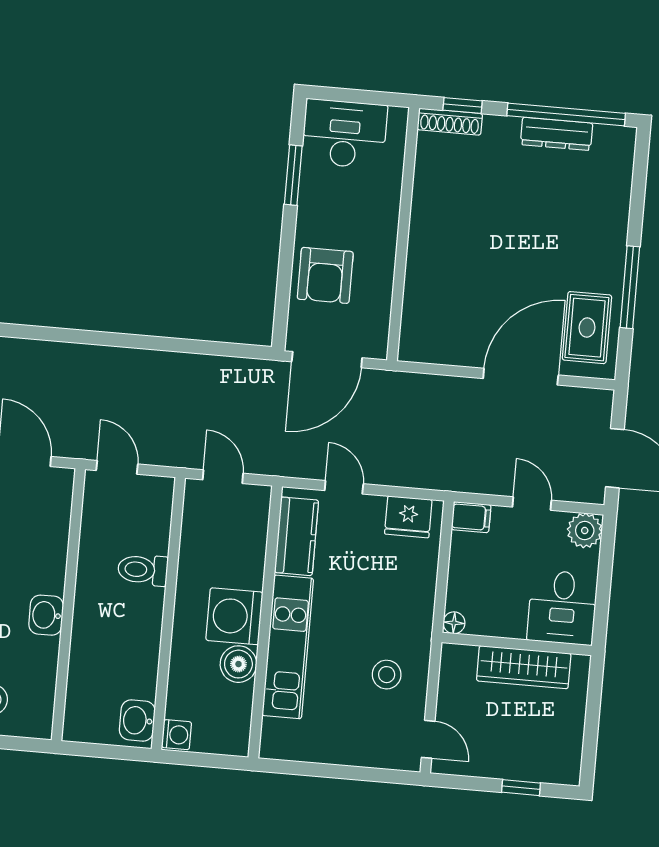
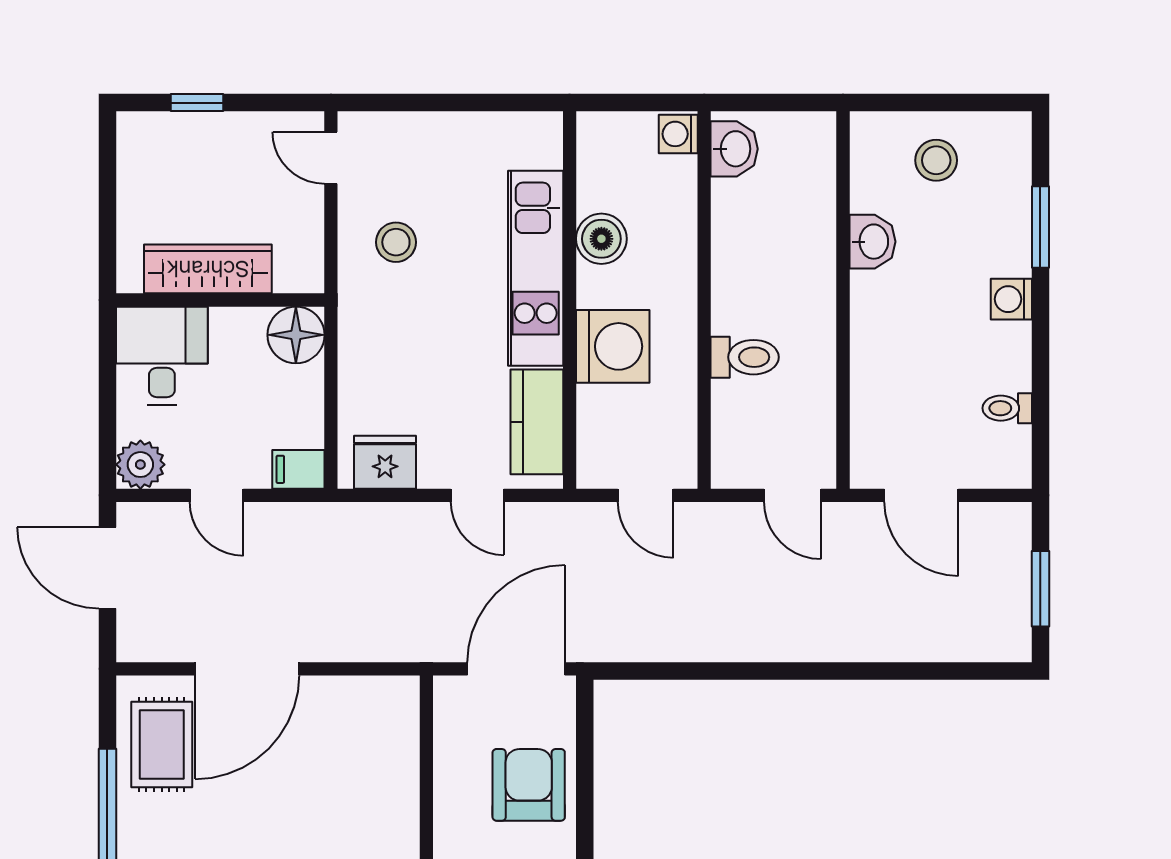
washbasin: (46, 615) -> (872, 242), moved
washing machine: (234, 616) -> (613, 346), moved
floor lamp: (454, 623) -> (296, 335), width x1.89, depth x1.89

